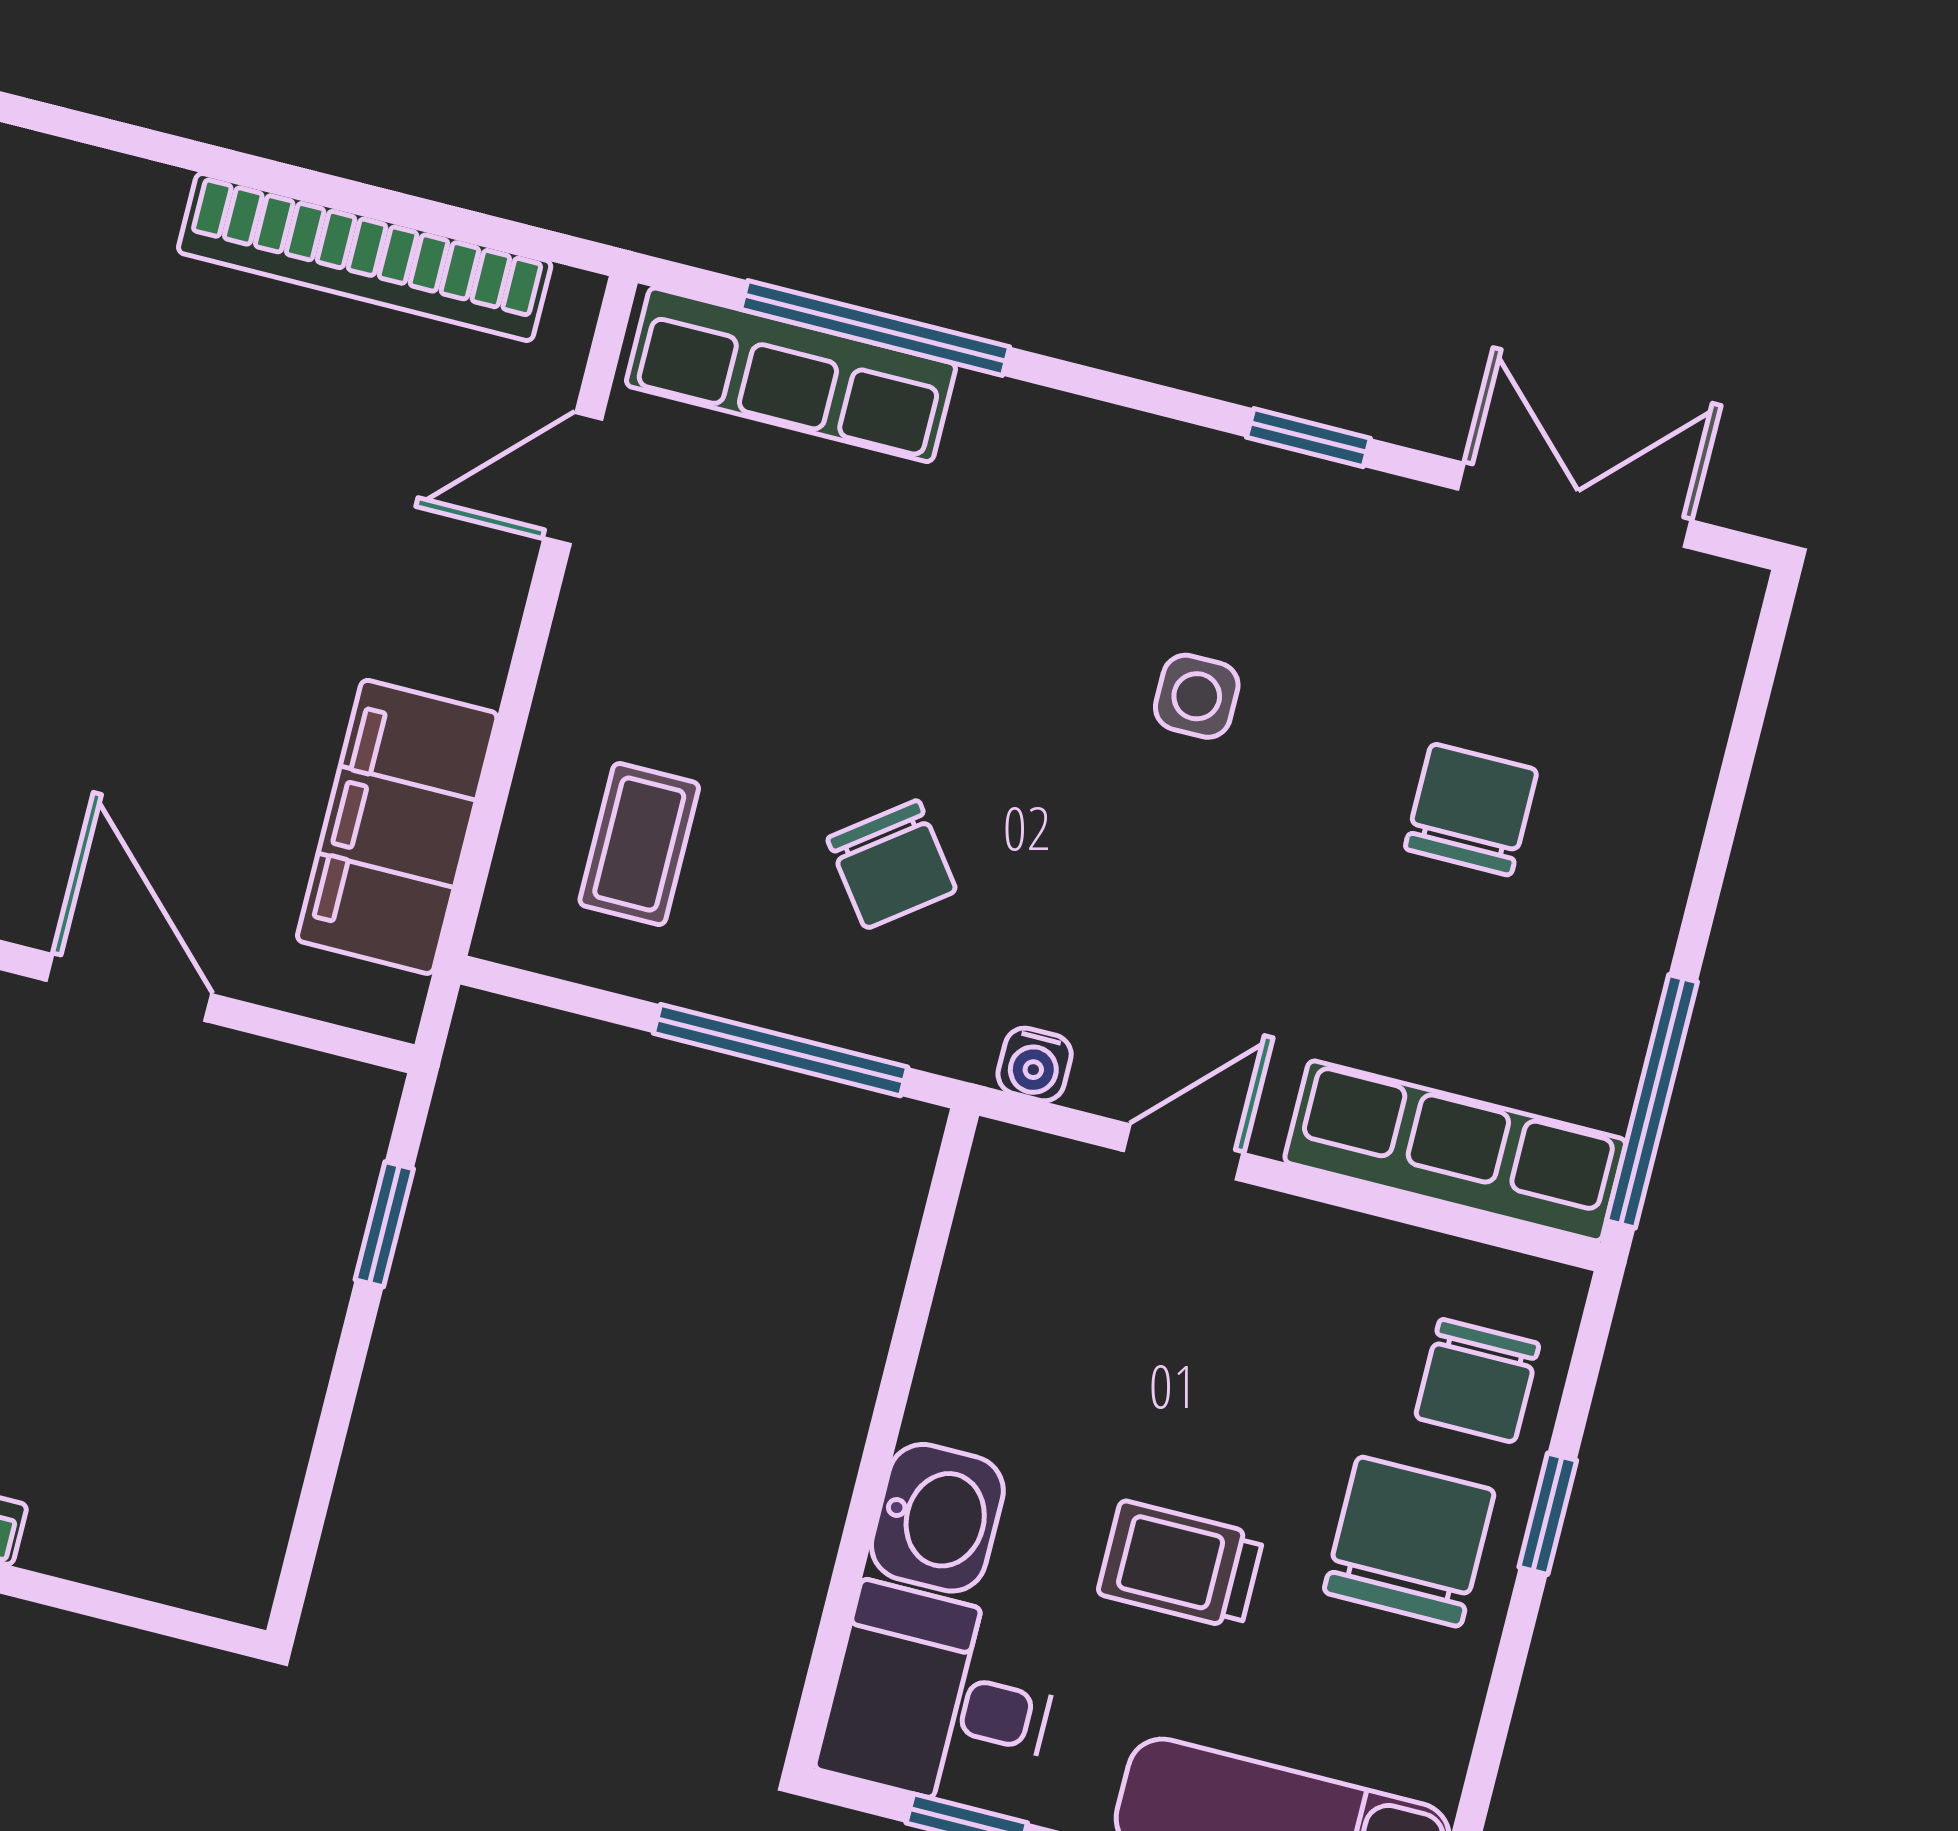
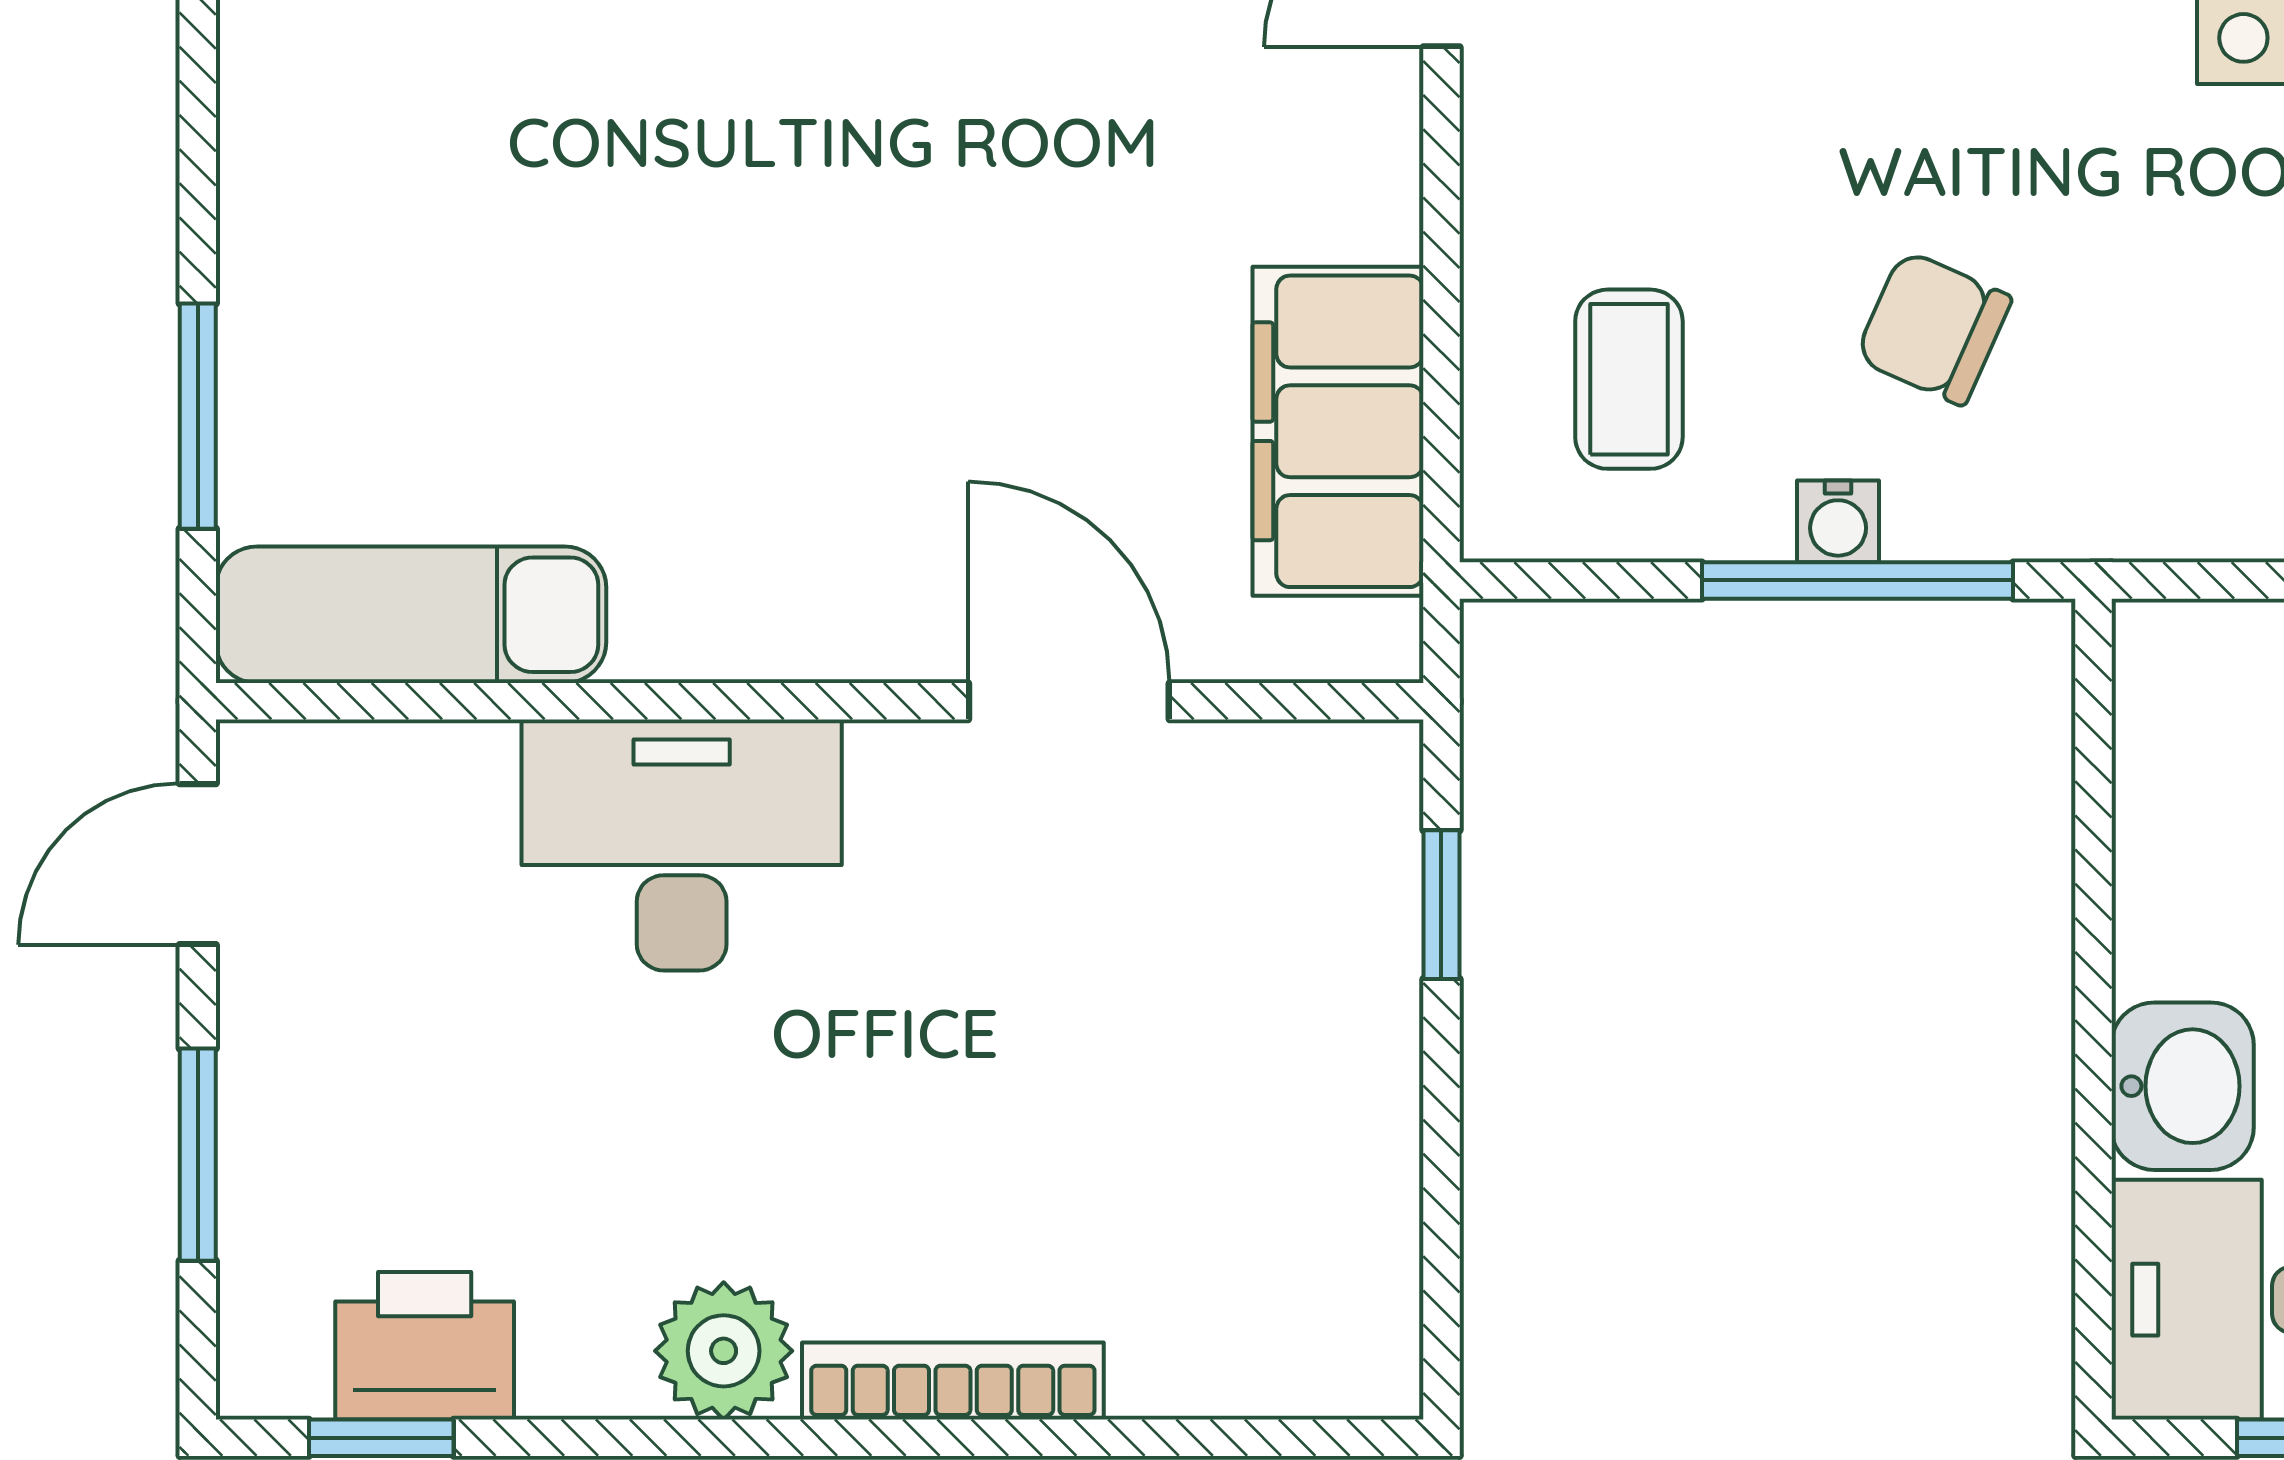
chair: (892, 864) -> (1933, 328), turned 151
water cooler: (1035, 1064) -> (1838, 521), moved

